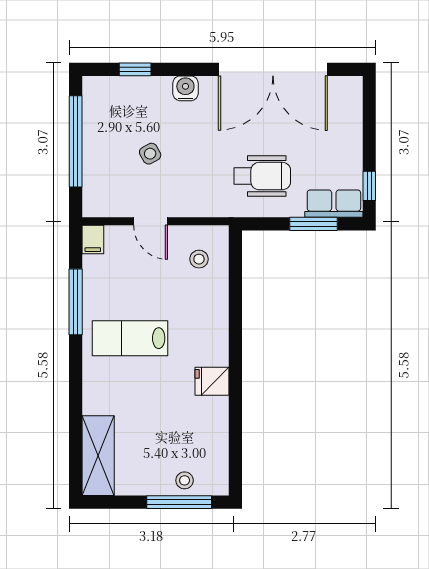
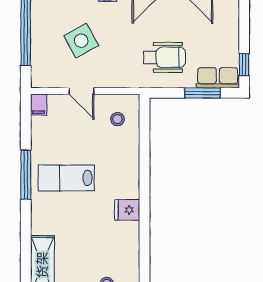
side table: (150, 154) -> (81, 41), width x1.87, depth x1.87
window: (76, 302) -> (26, 175), moved

